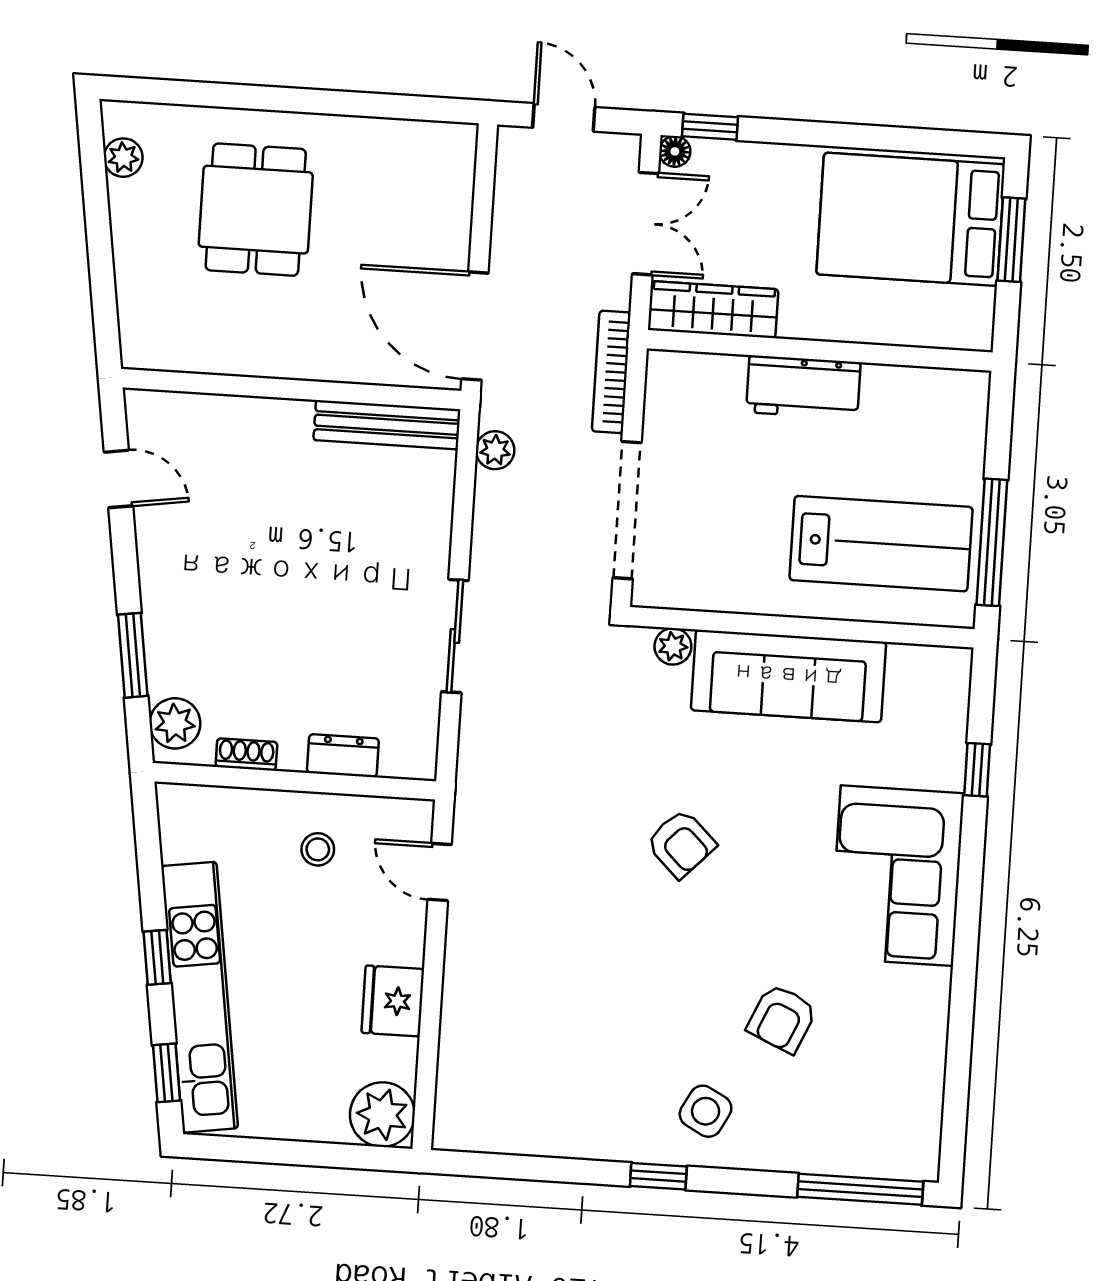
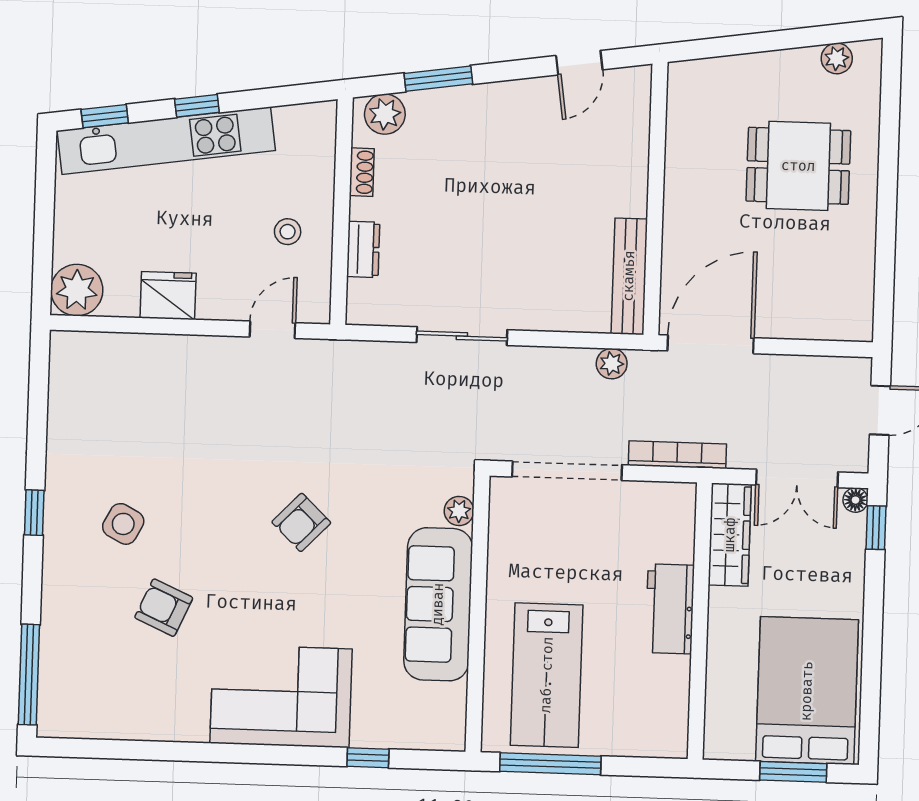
side table: (706, 1111) -> (123, 524), moved

